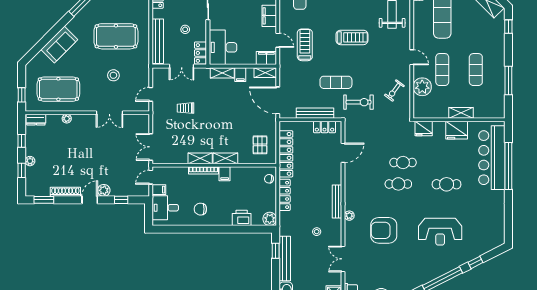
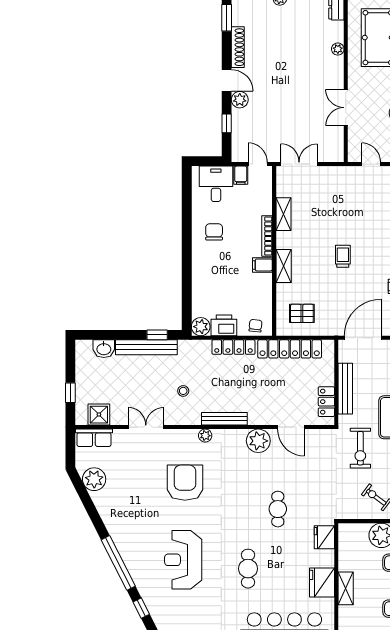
trolley: (186, 108) -> (343, 256), moved
shelving: (200, 158) -> (283, 214), moved
plant: (353, 177) -> (258, 441), added
cafe table: (398, 184) -> (248, 503), removed
printer: (242, 218) -> (224, 325), moved, turned -90

